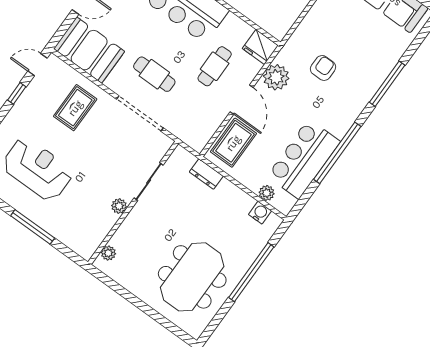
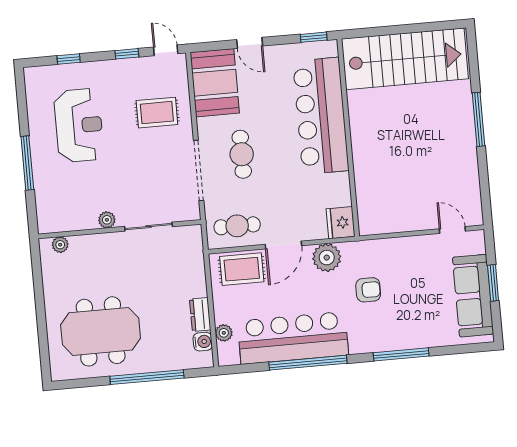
cafe table: (215, 66) -> (237, 226), moved
bar counter: (304, 159) -> (293, 338), width x1.36
dresser: (206, 174) -> (200, 315), moved

